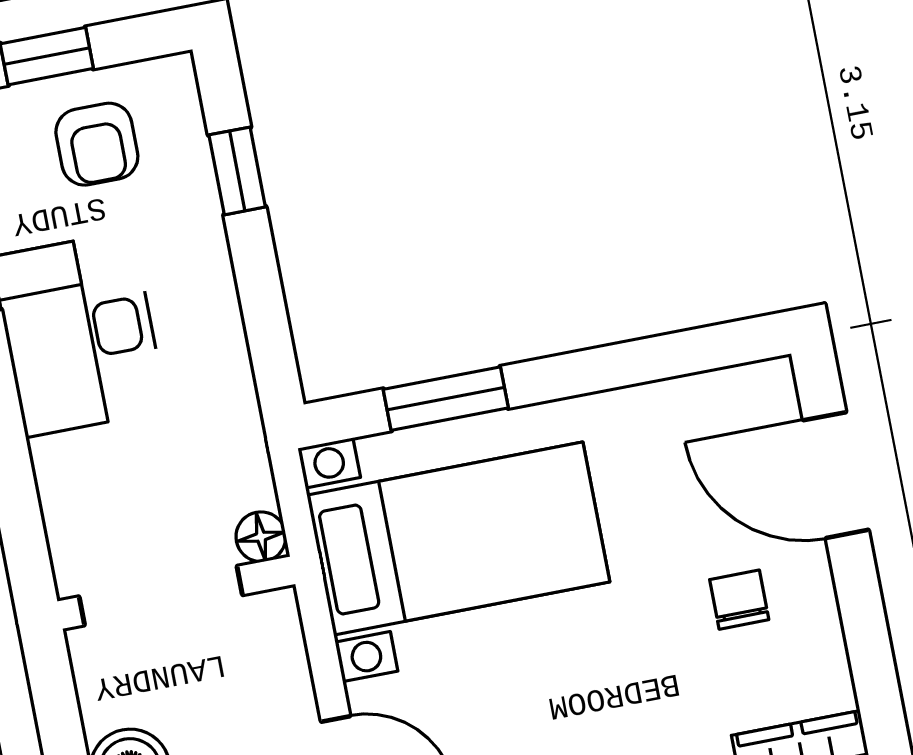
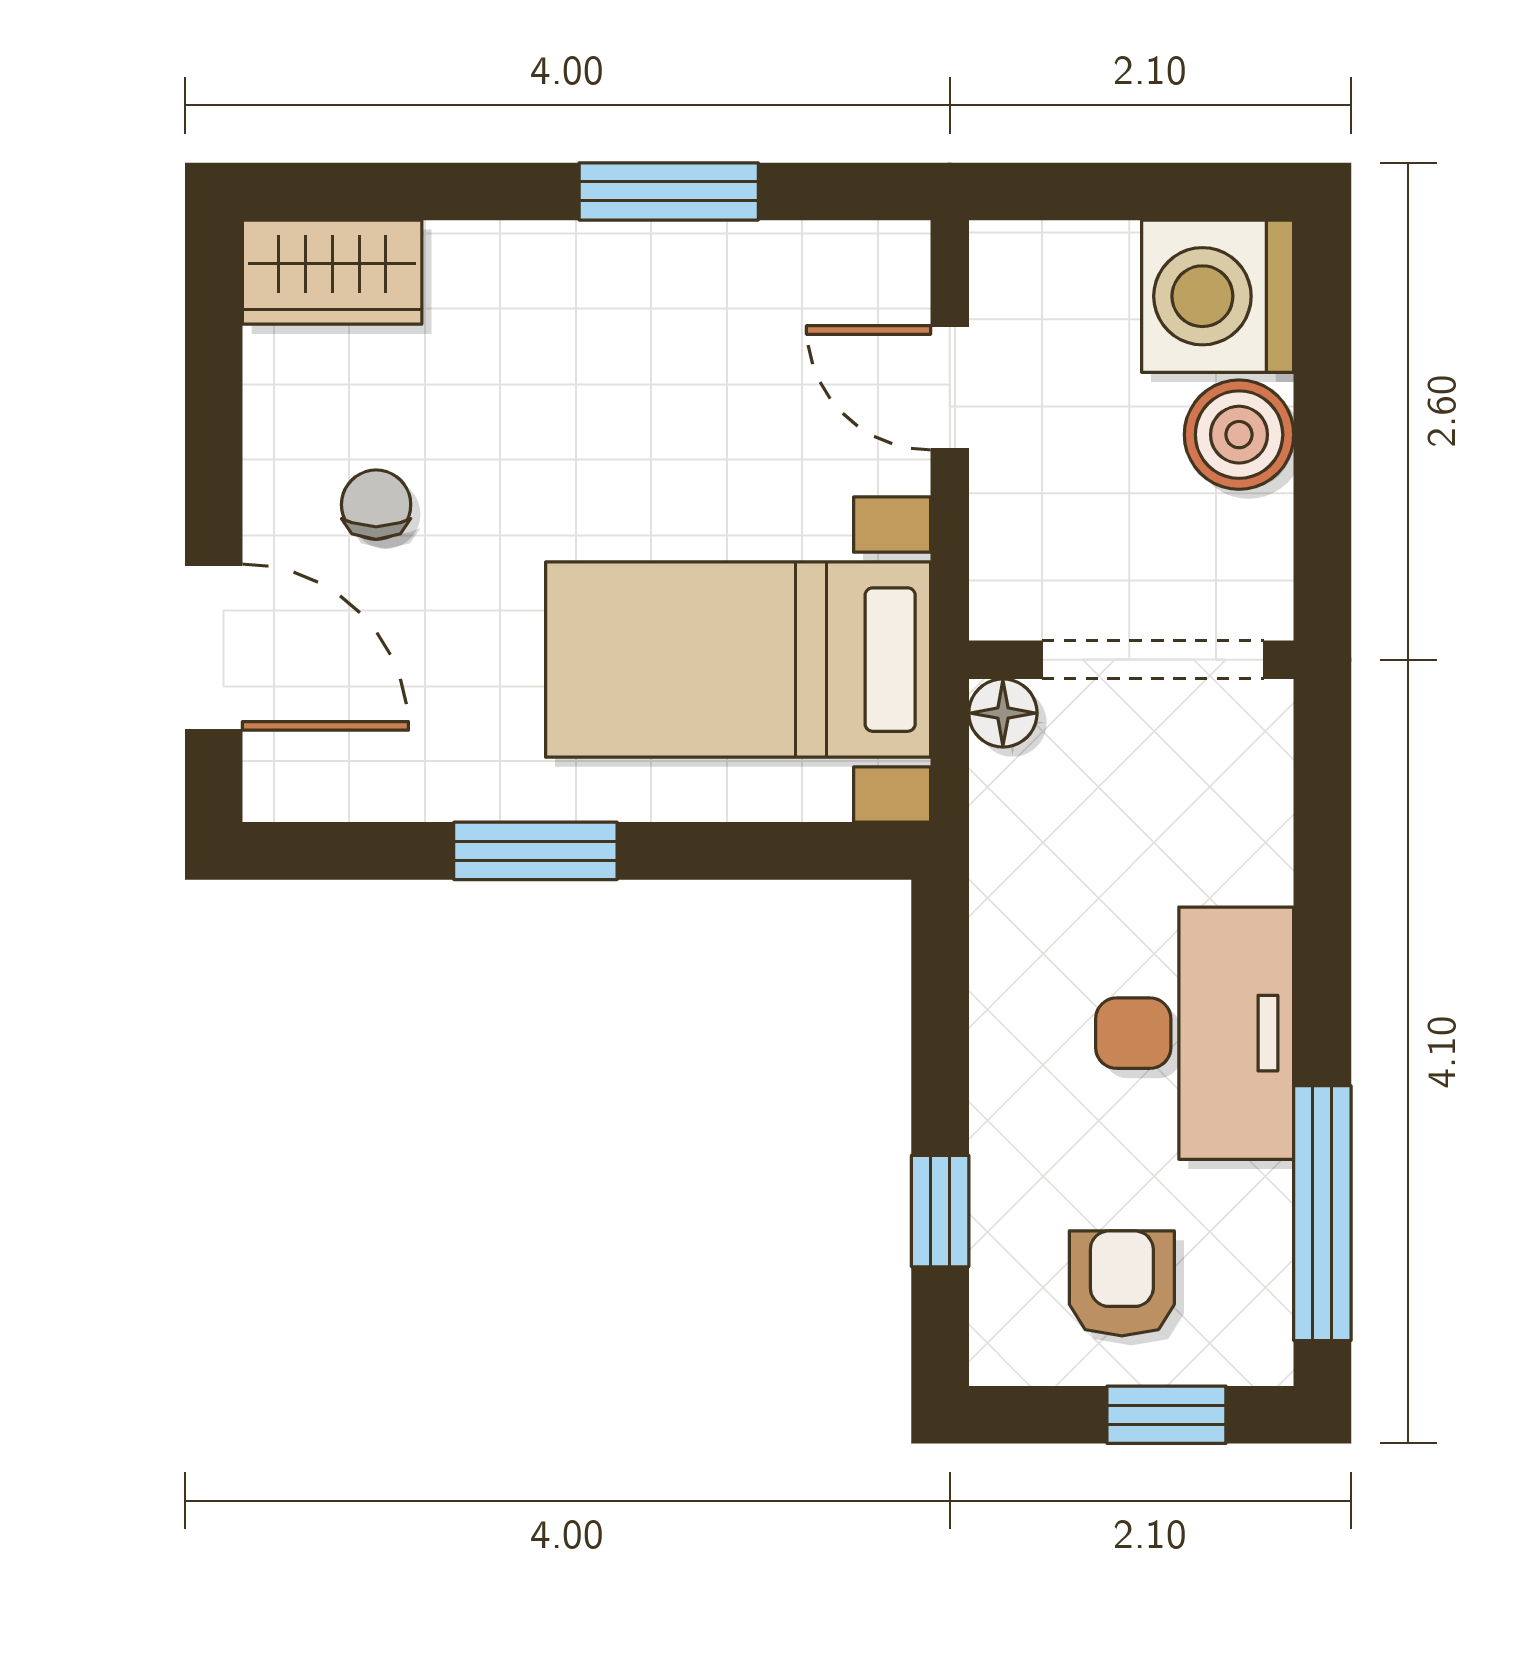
window: (446, 399) -> (535, 851), moved
chair: (739, 600) -> (376, 505), turned 180

